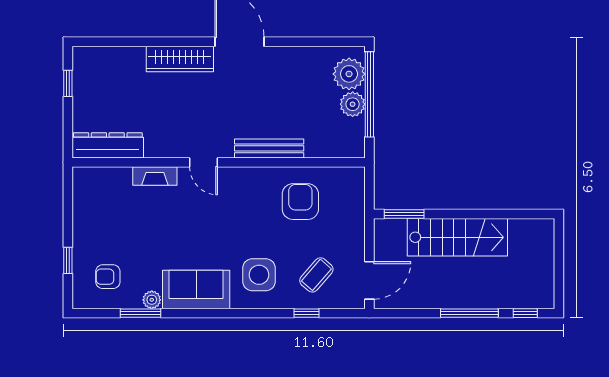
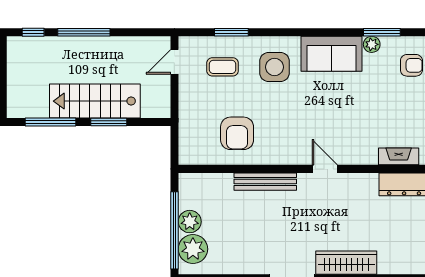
fireplace: (155, 176) -> (399, 156), moved
window: (404, 214) -> (109, 122), moved
window: (506, 214) -> (50, 122), added
coffee table: (316, 275) -> (223, 67), turned 49
door: (369, 280) -> (174, 62), width x0.73
window: (307, 313) -> (231, 32), width x1.50

